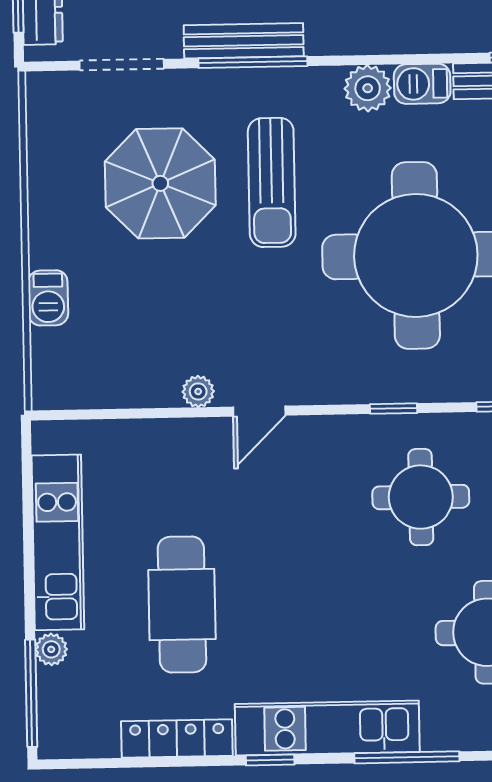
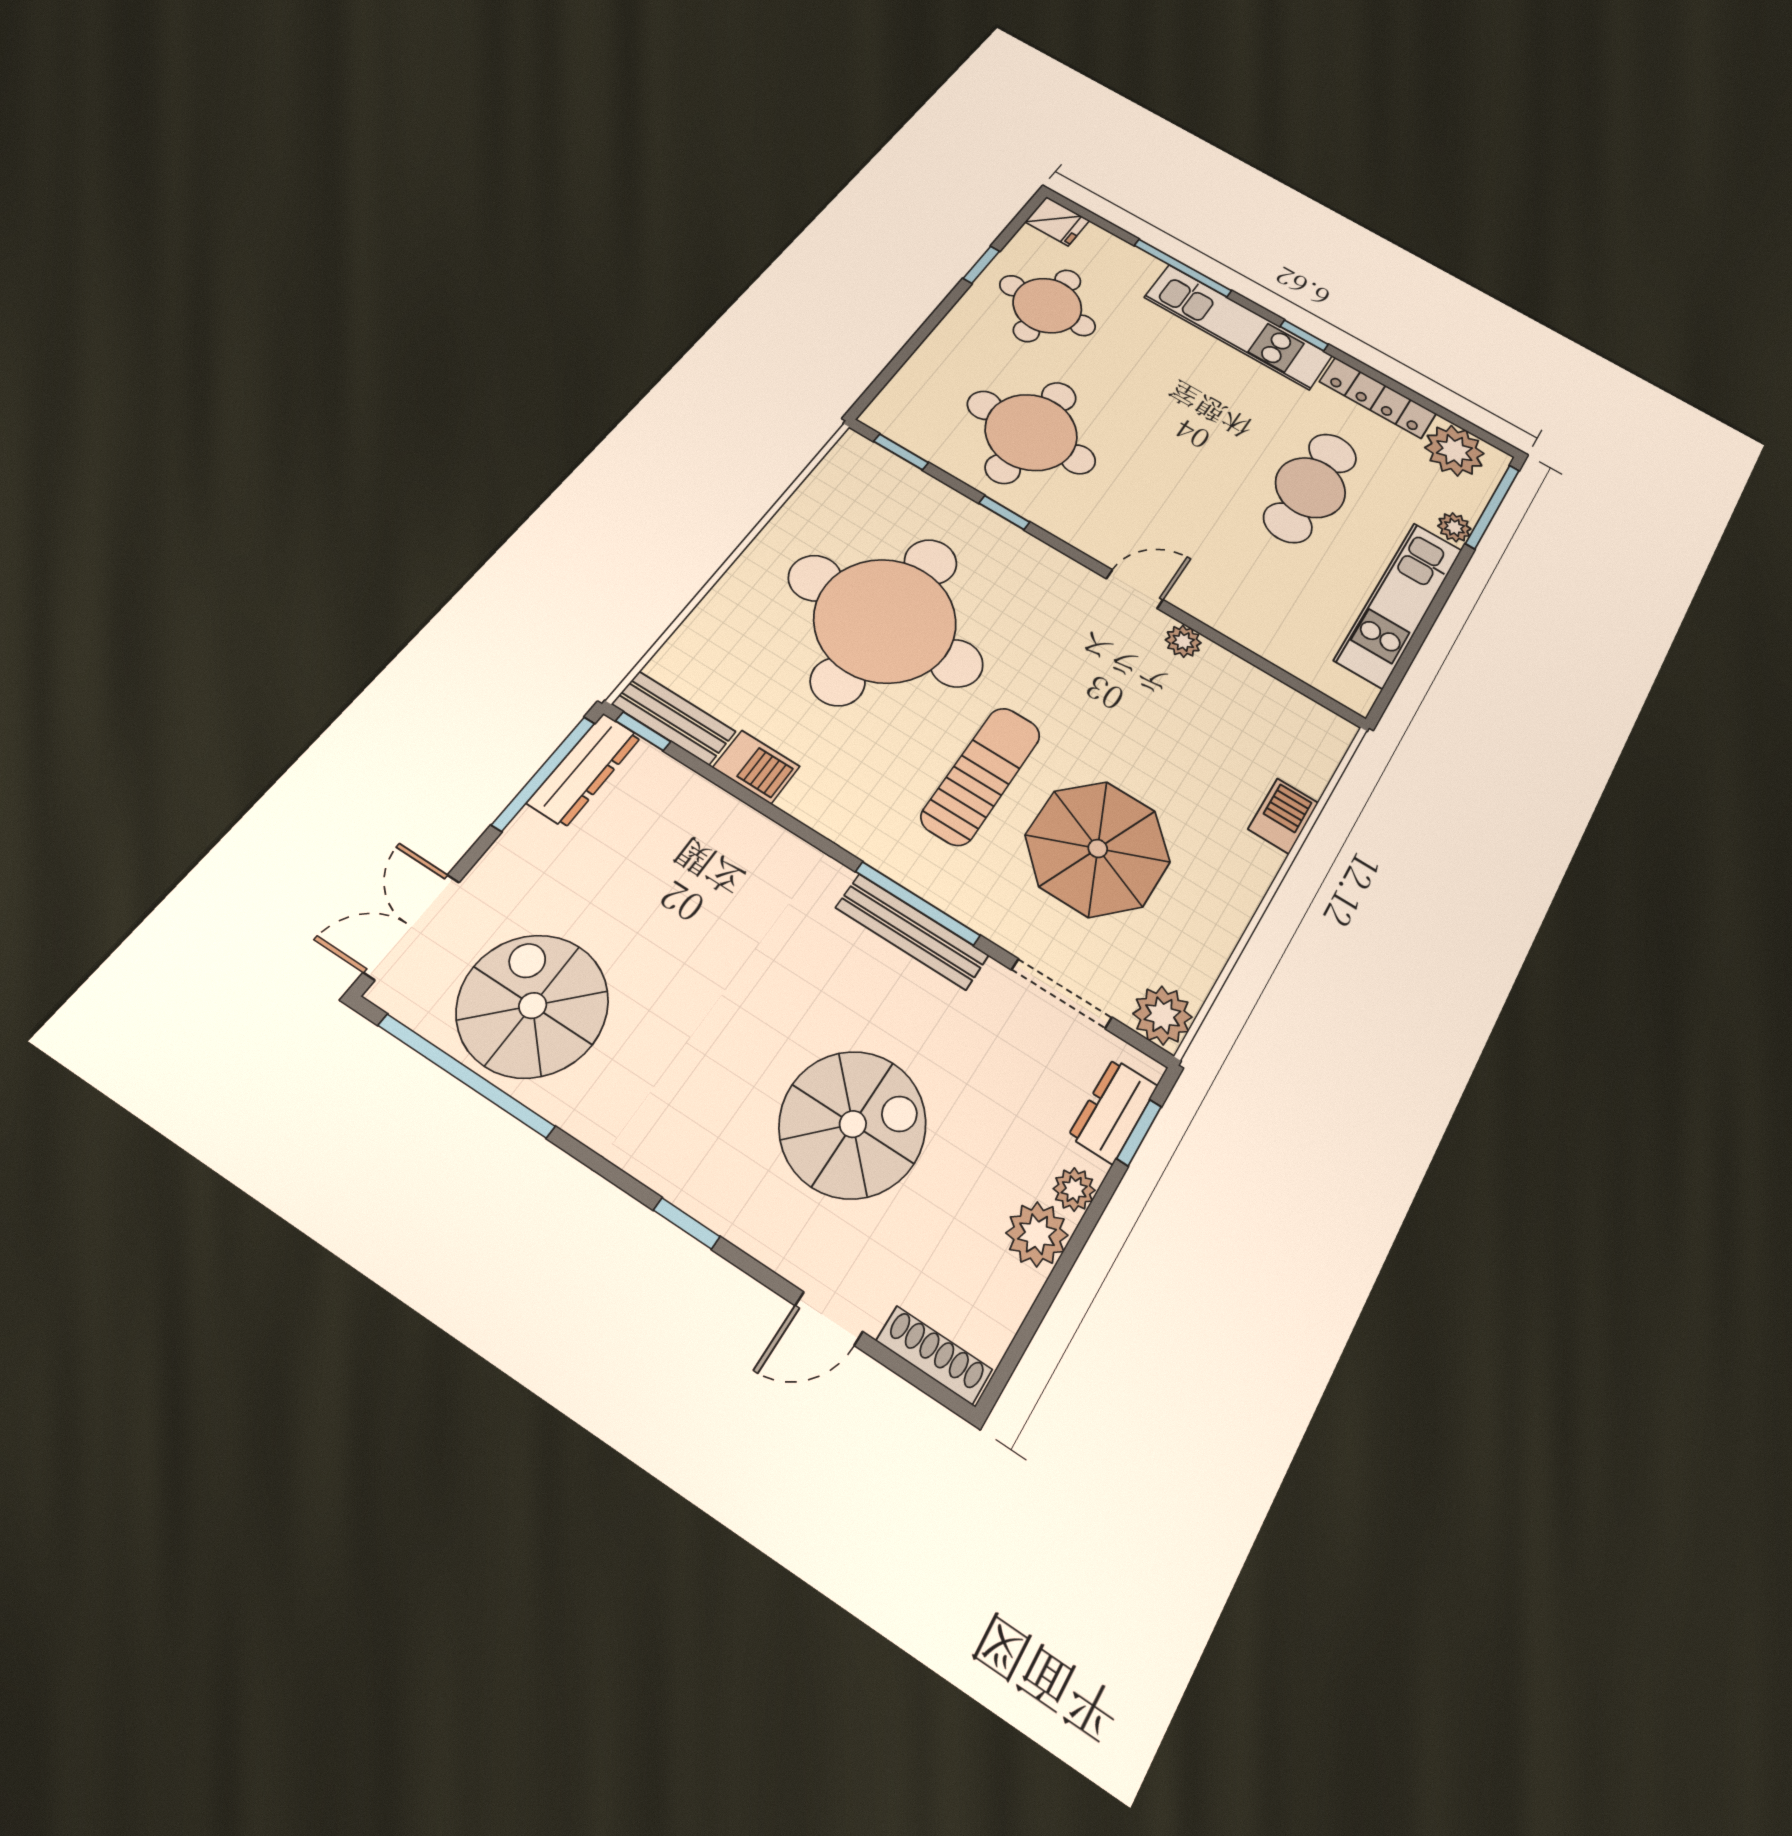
plant: (368, 88) -> (1162, 1015), moved
round table: (421, 497) -> (1031, 432), width x1.36, depth x1.36
plant: (89, 729) -> (1454, 451), added

